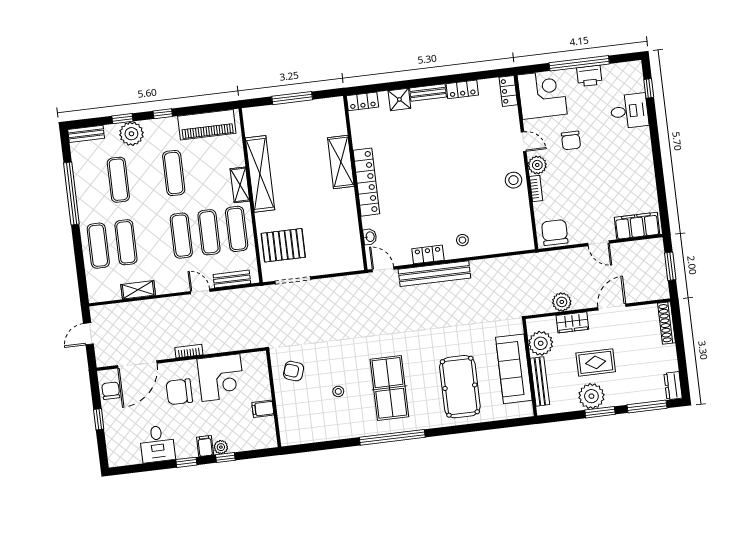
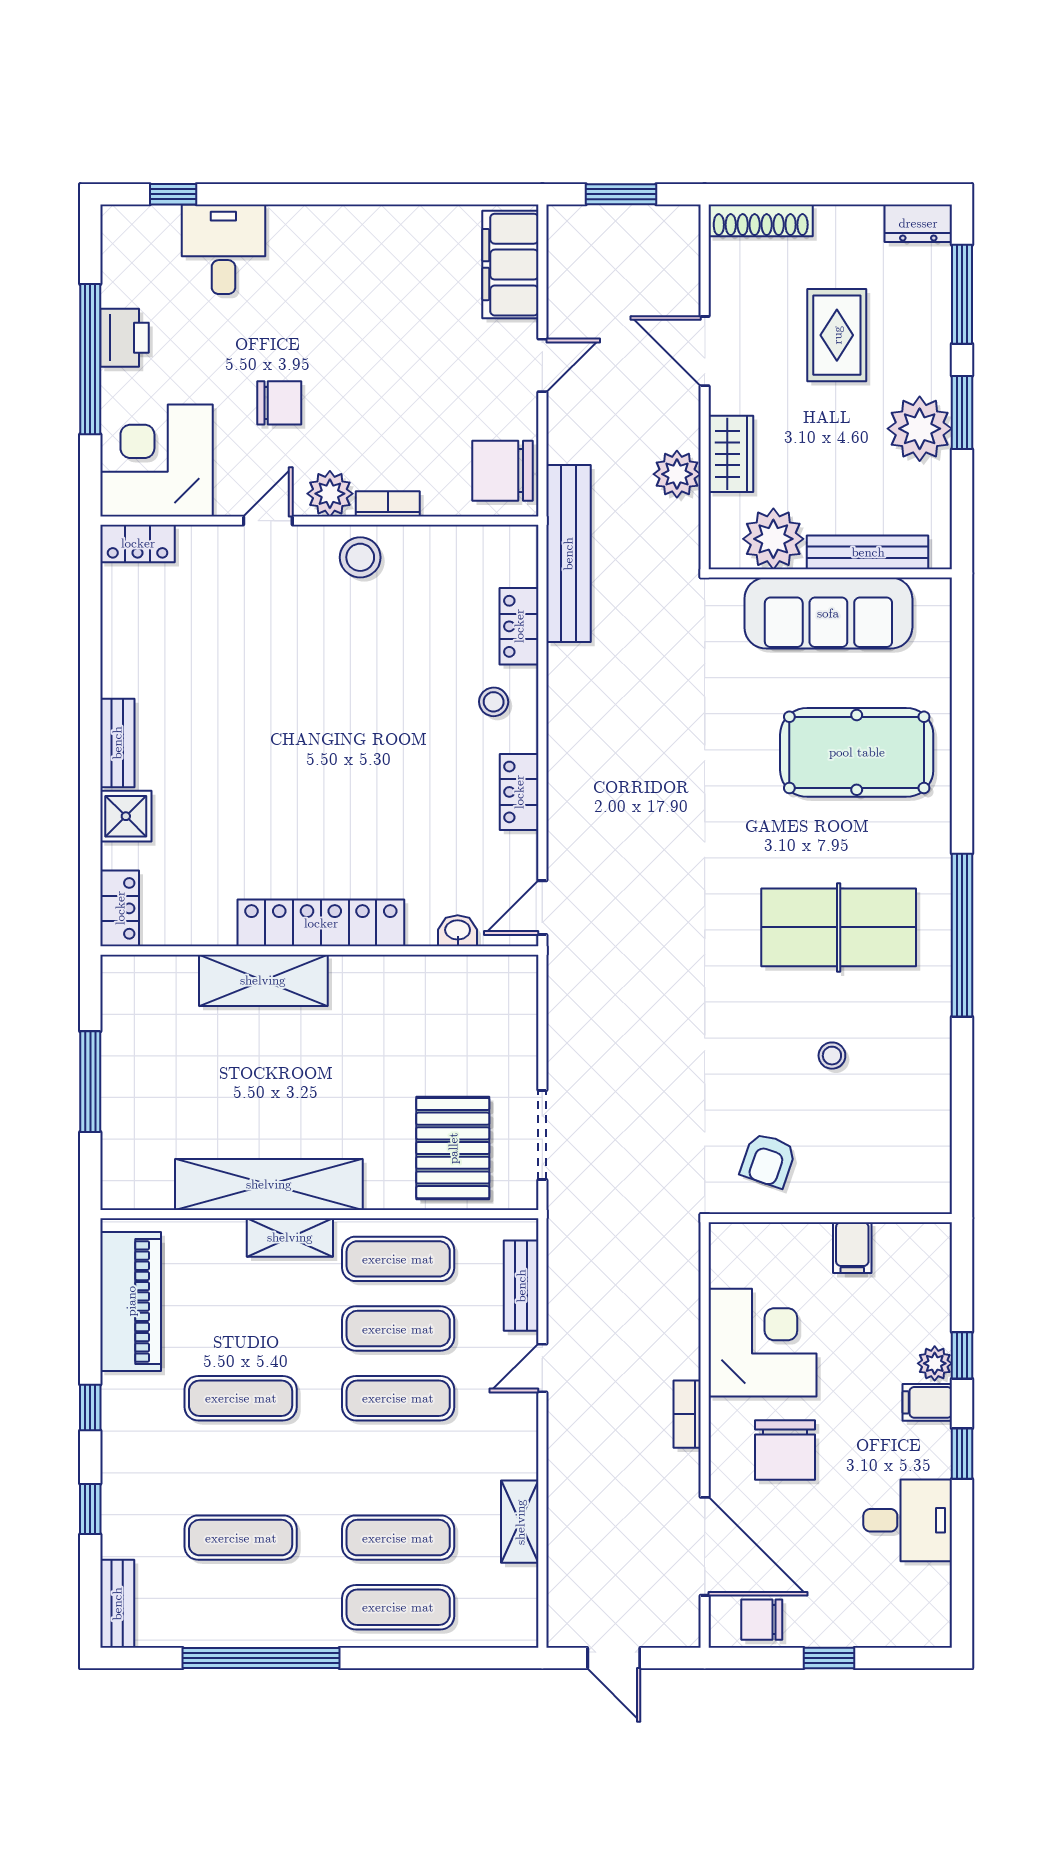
locker: (462, 89) -> (519, 626), moved, turned 180
plant: (131, 134) -> (130, 1491), removed
bench: (434, 274) -> (568, 554), moved
rug: (596, 362) -> (837, 335), moved

